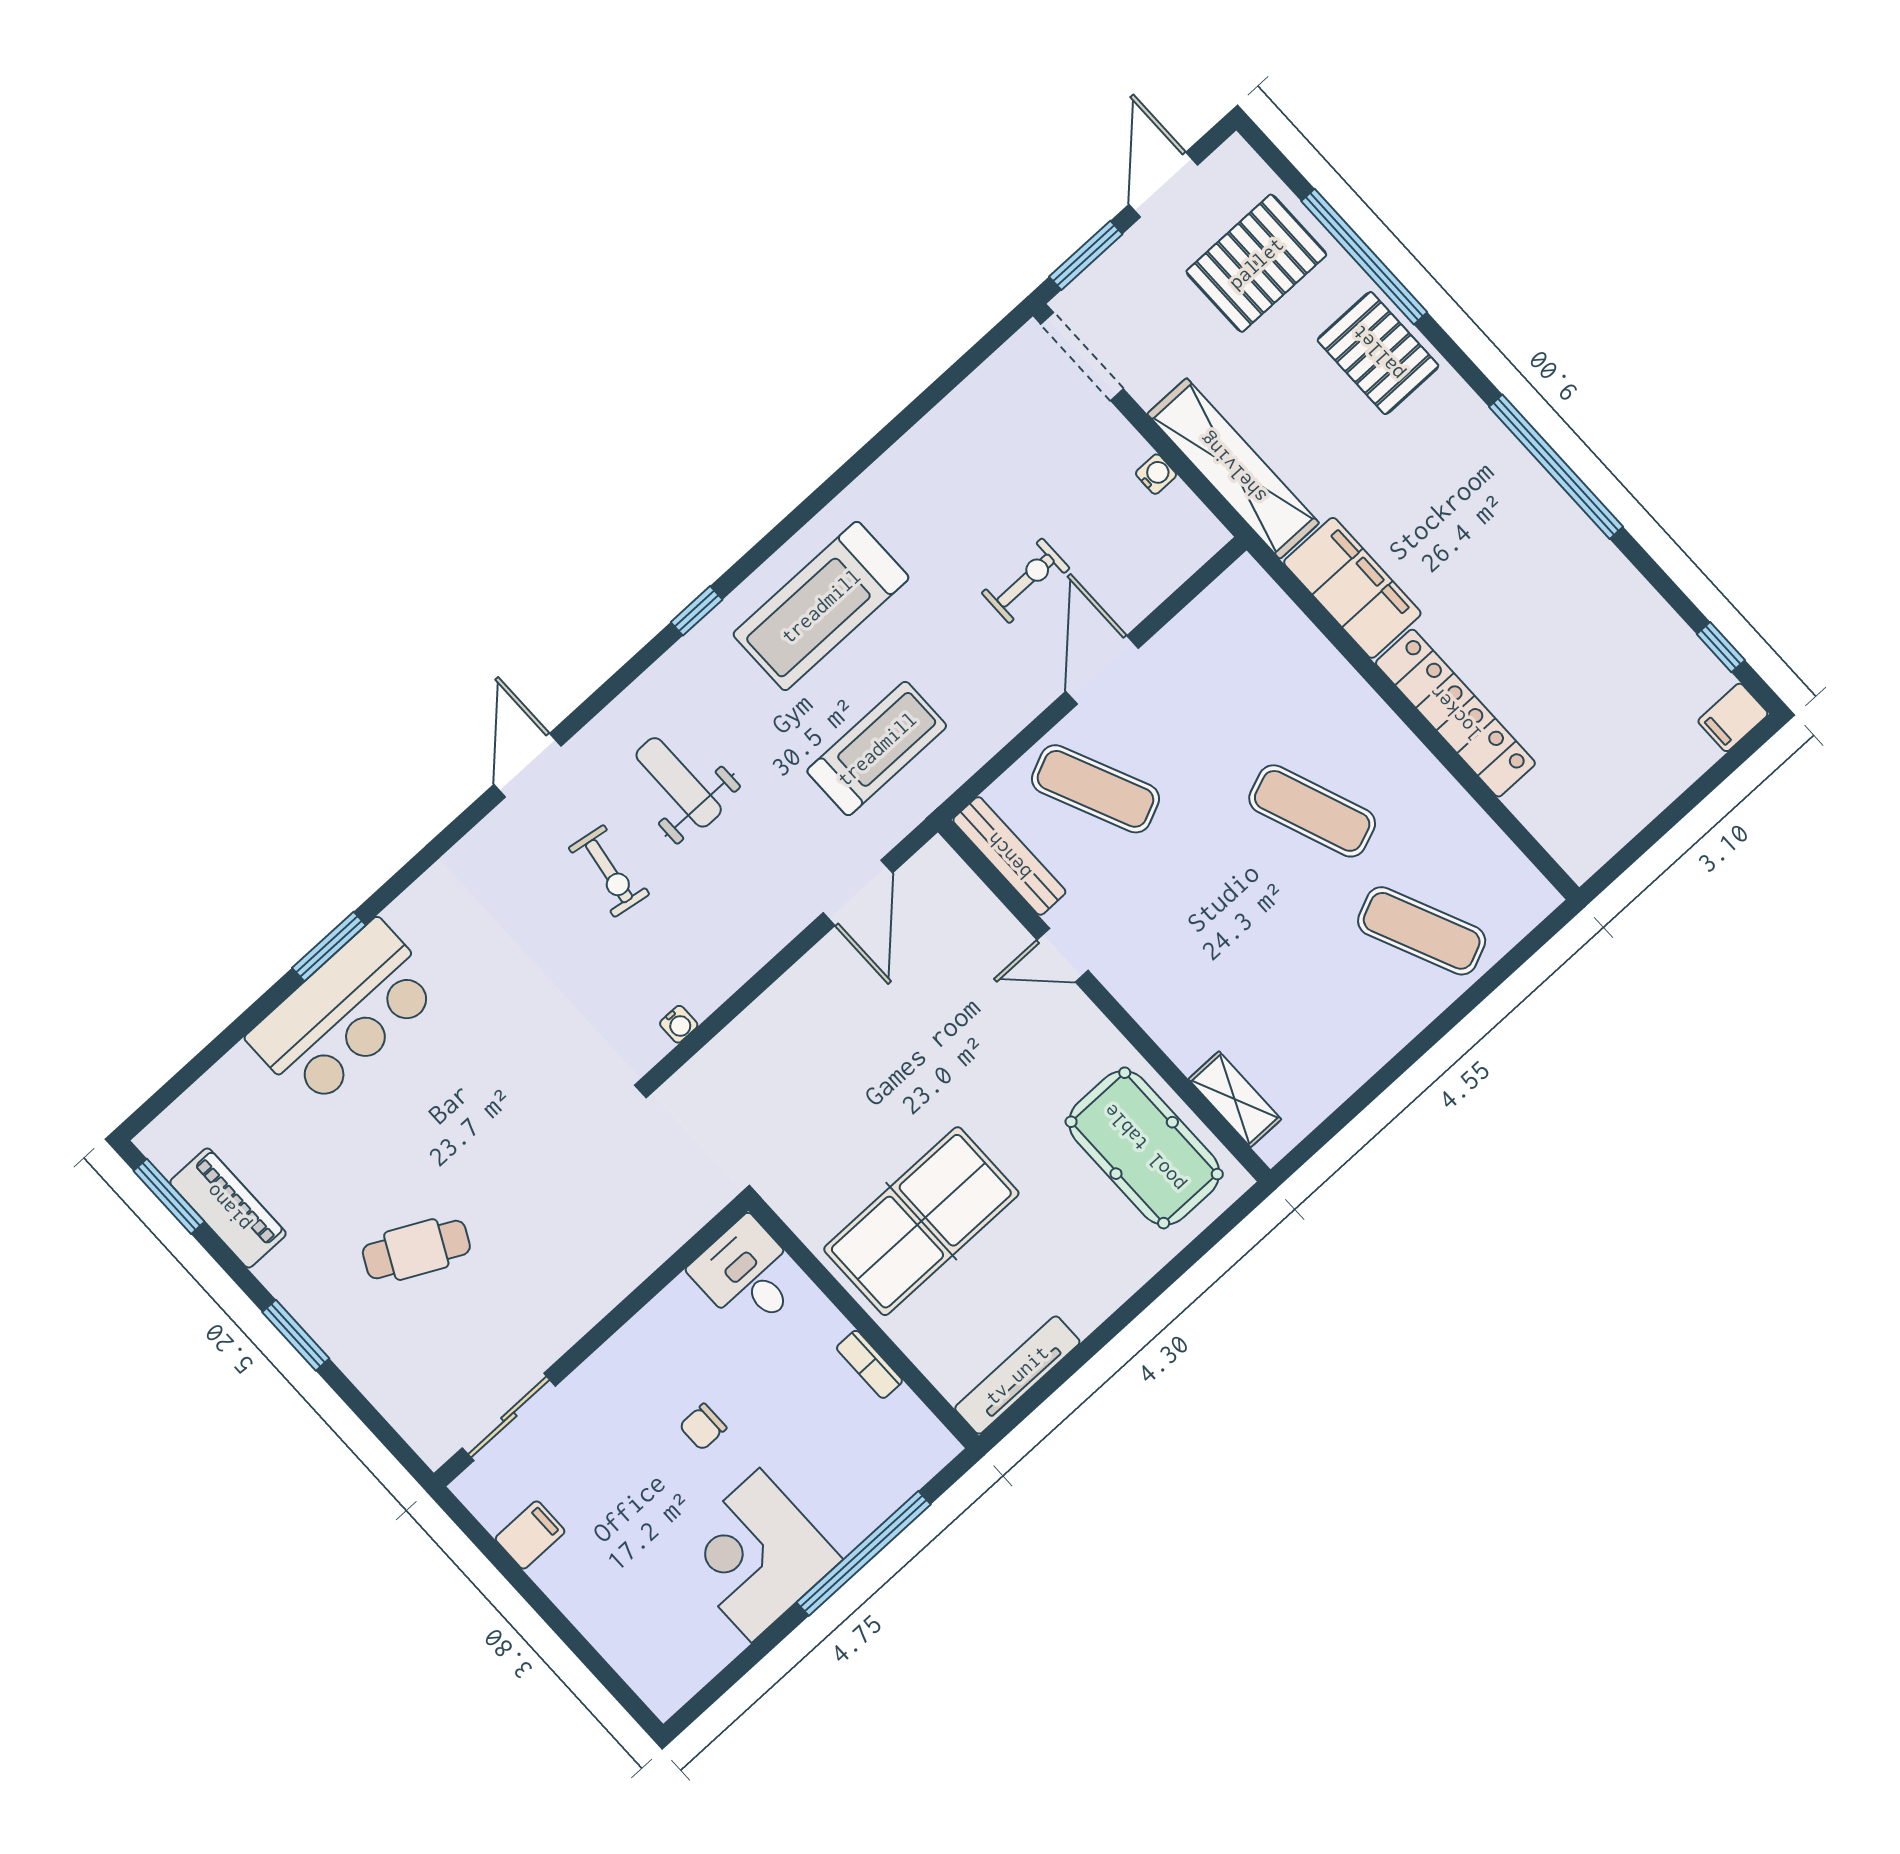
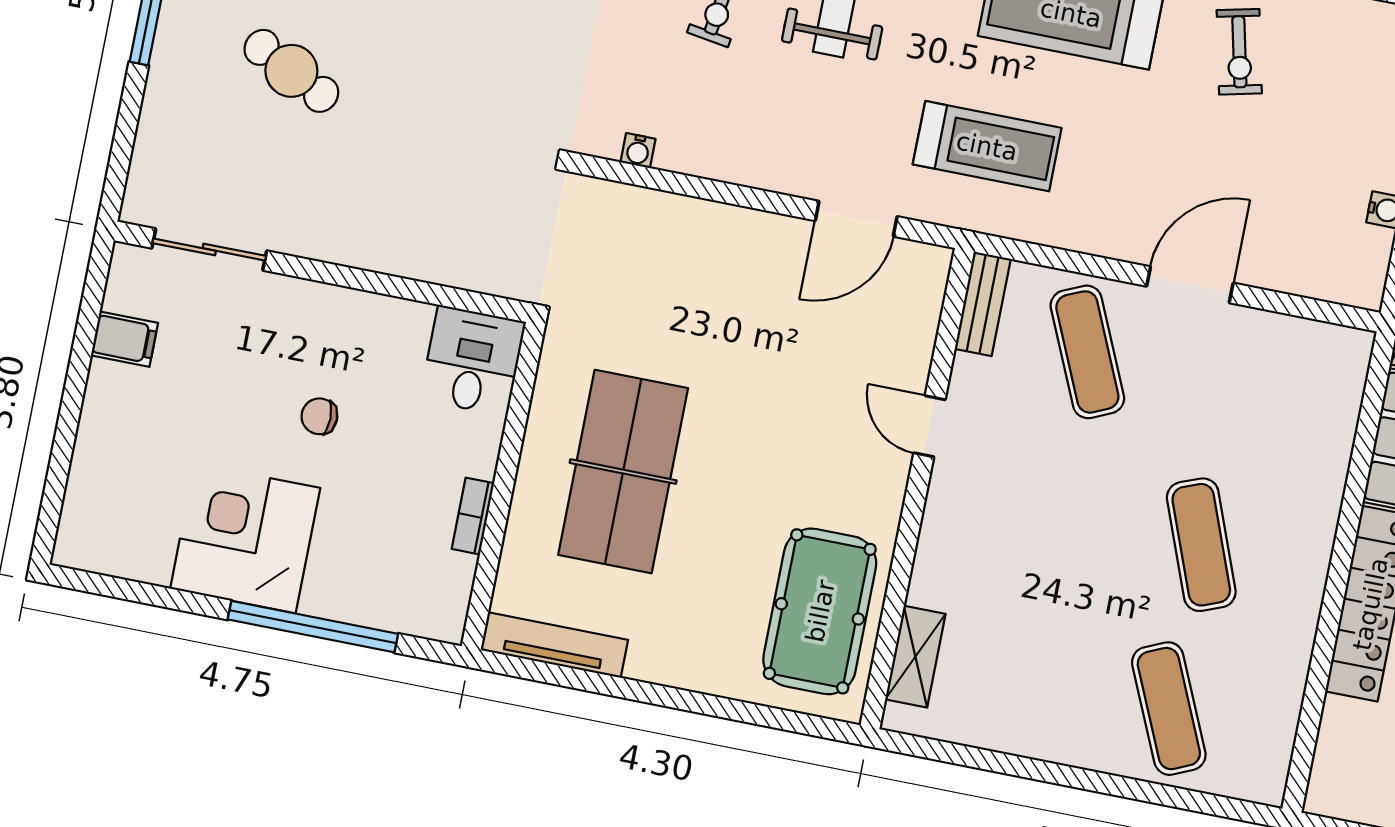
exercise bike: (1026, 581) -> (1239, 52), moved, turned 77
bench: (1009, 856) -> (983, 304), width x0.73
table tennis table: (921, 1221) -> (623, 472), turned 90

